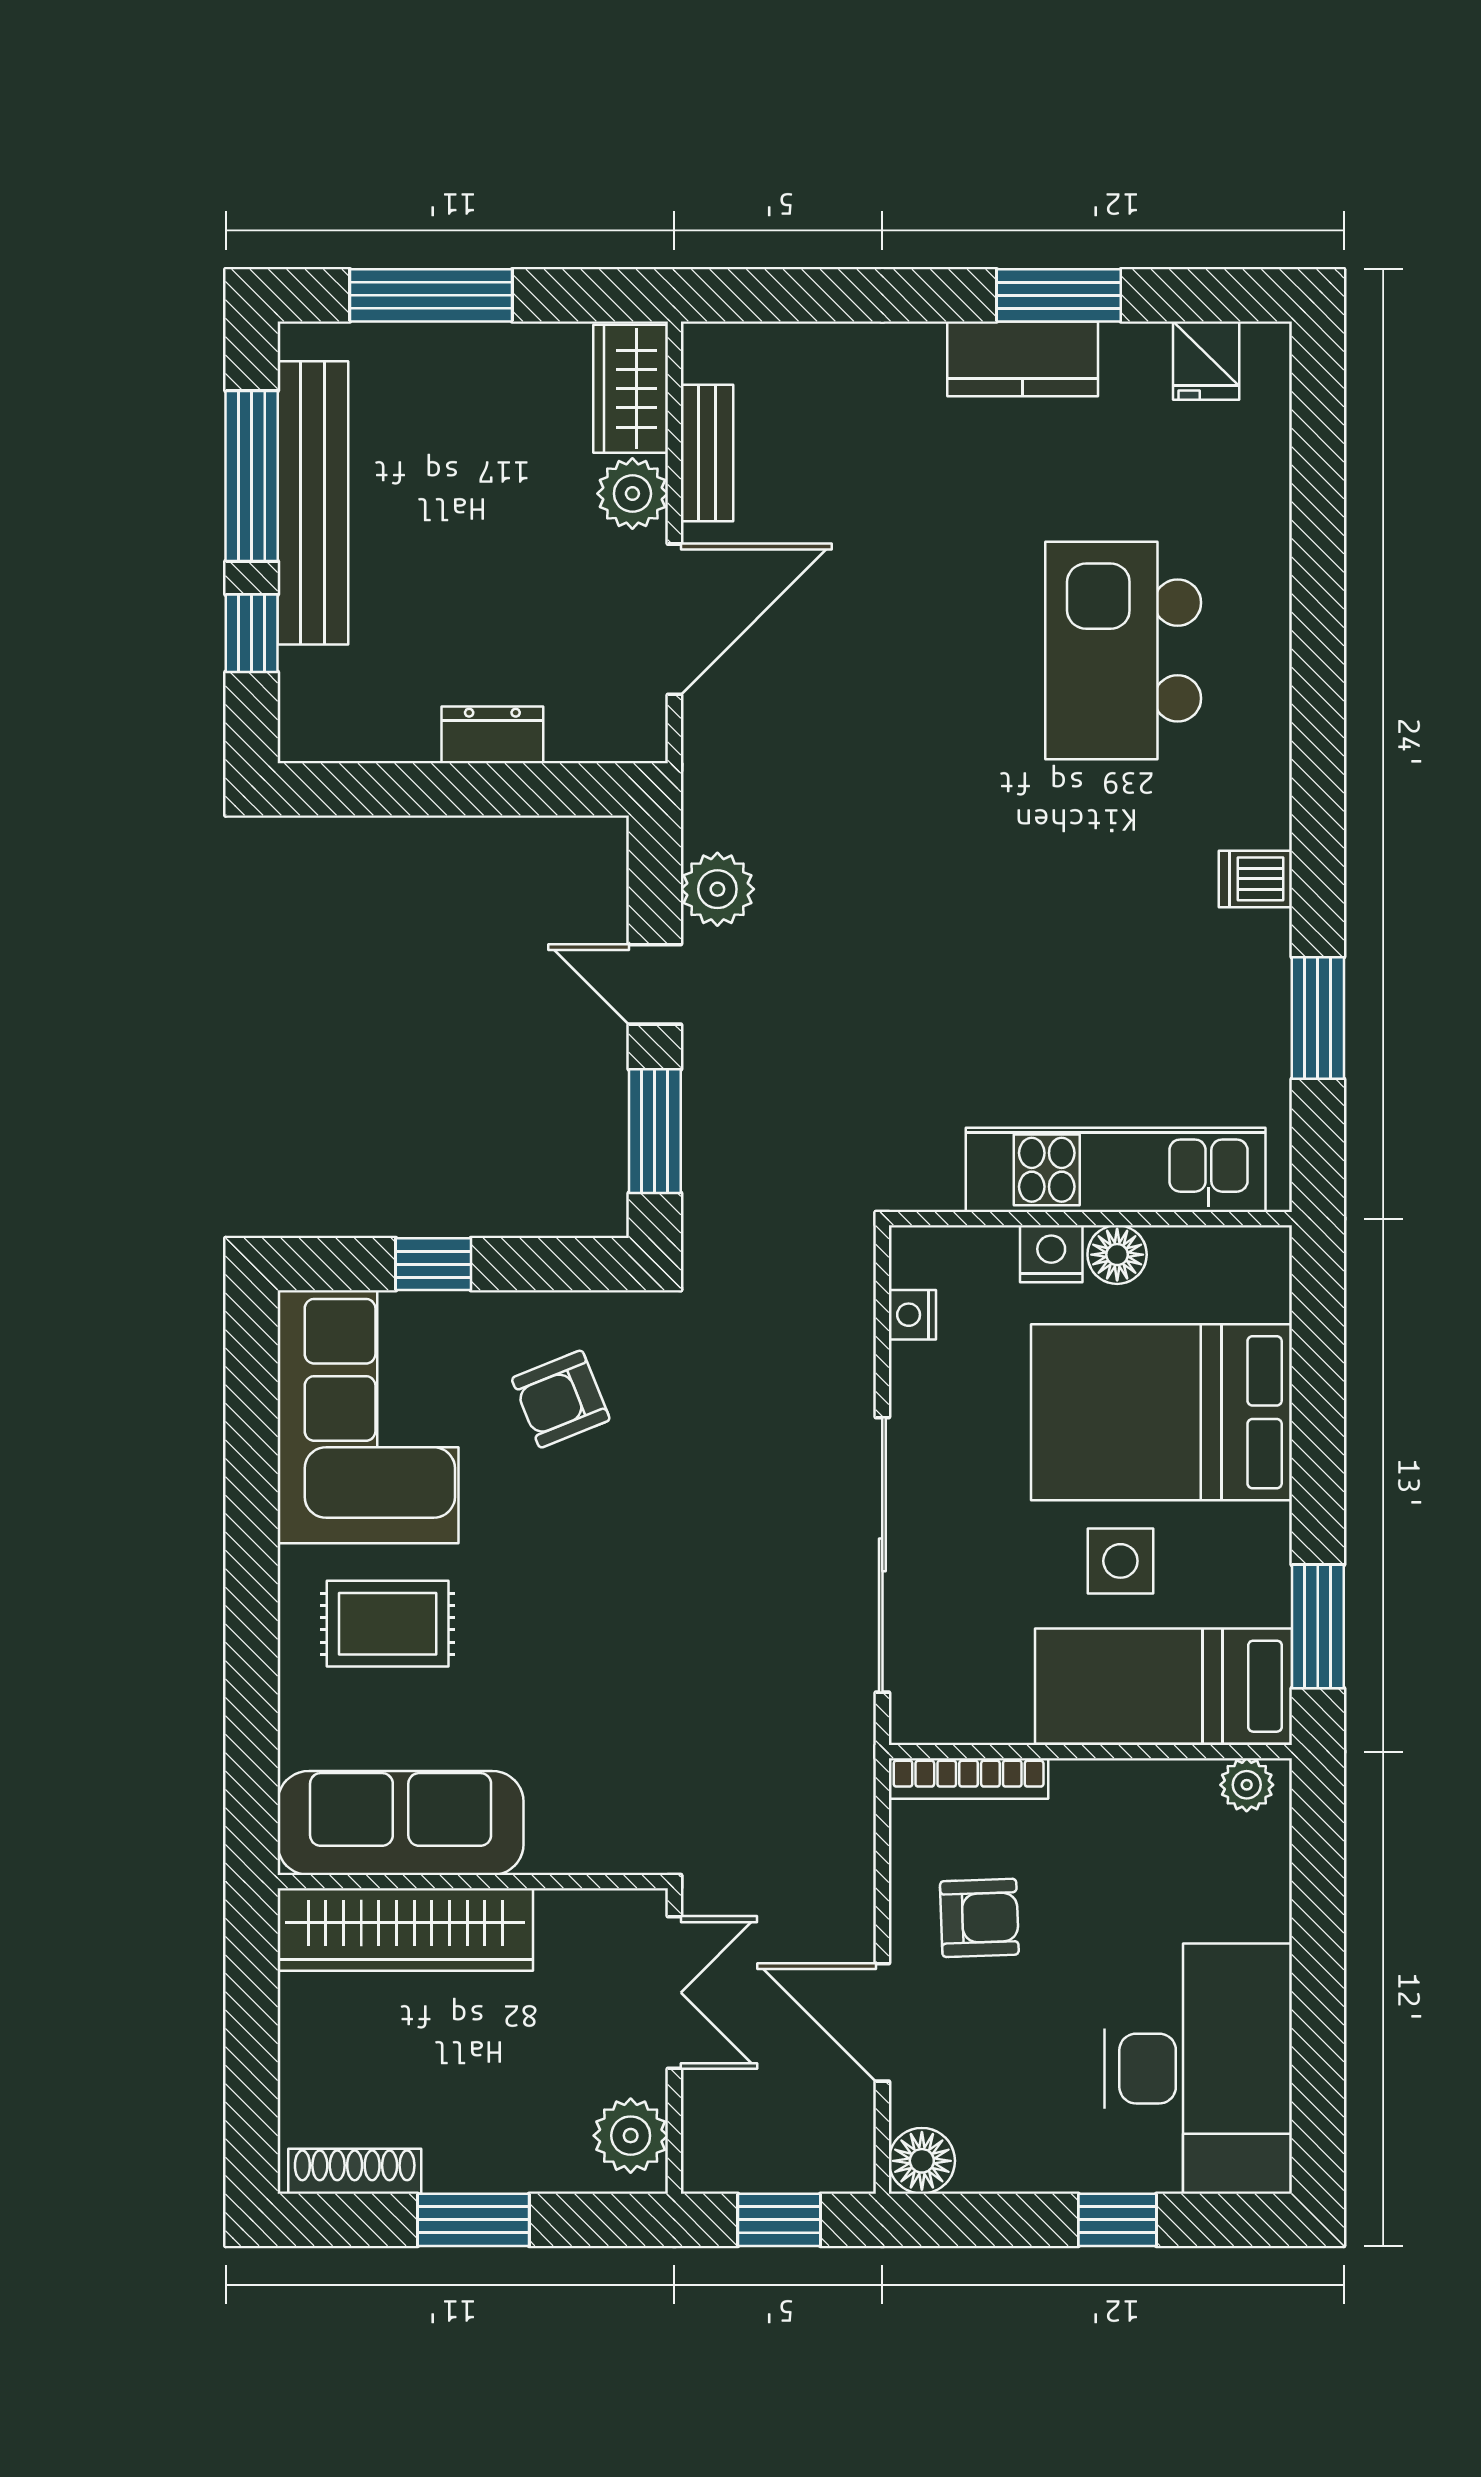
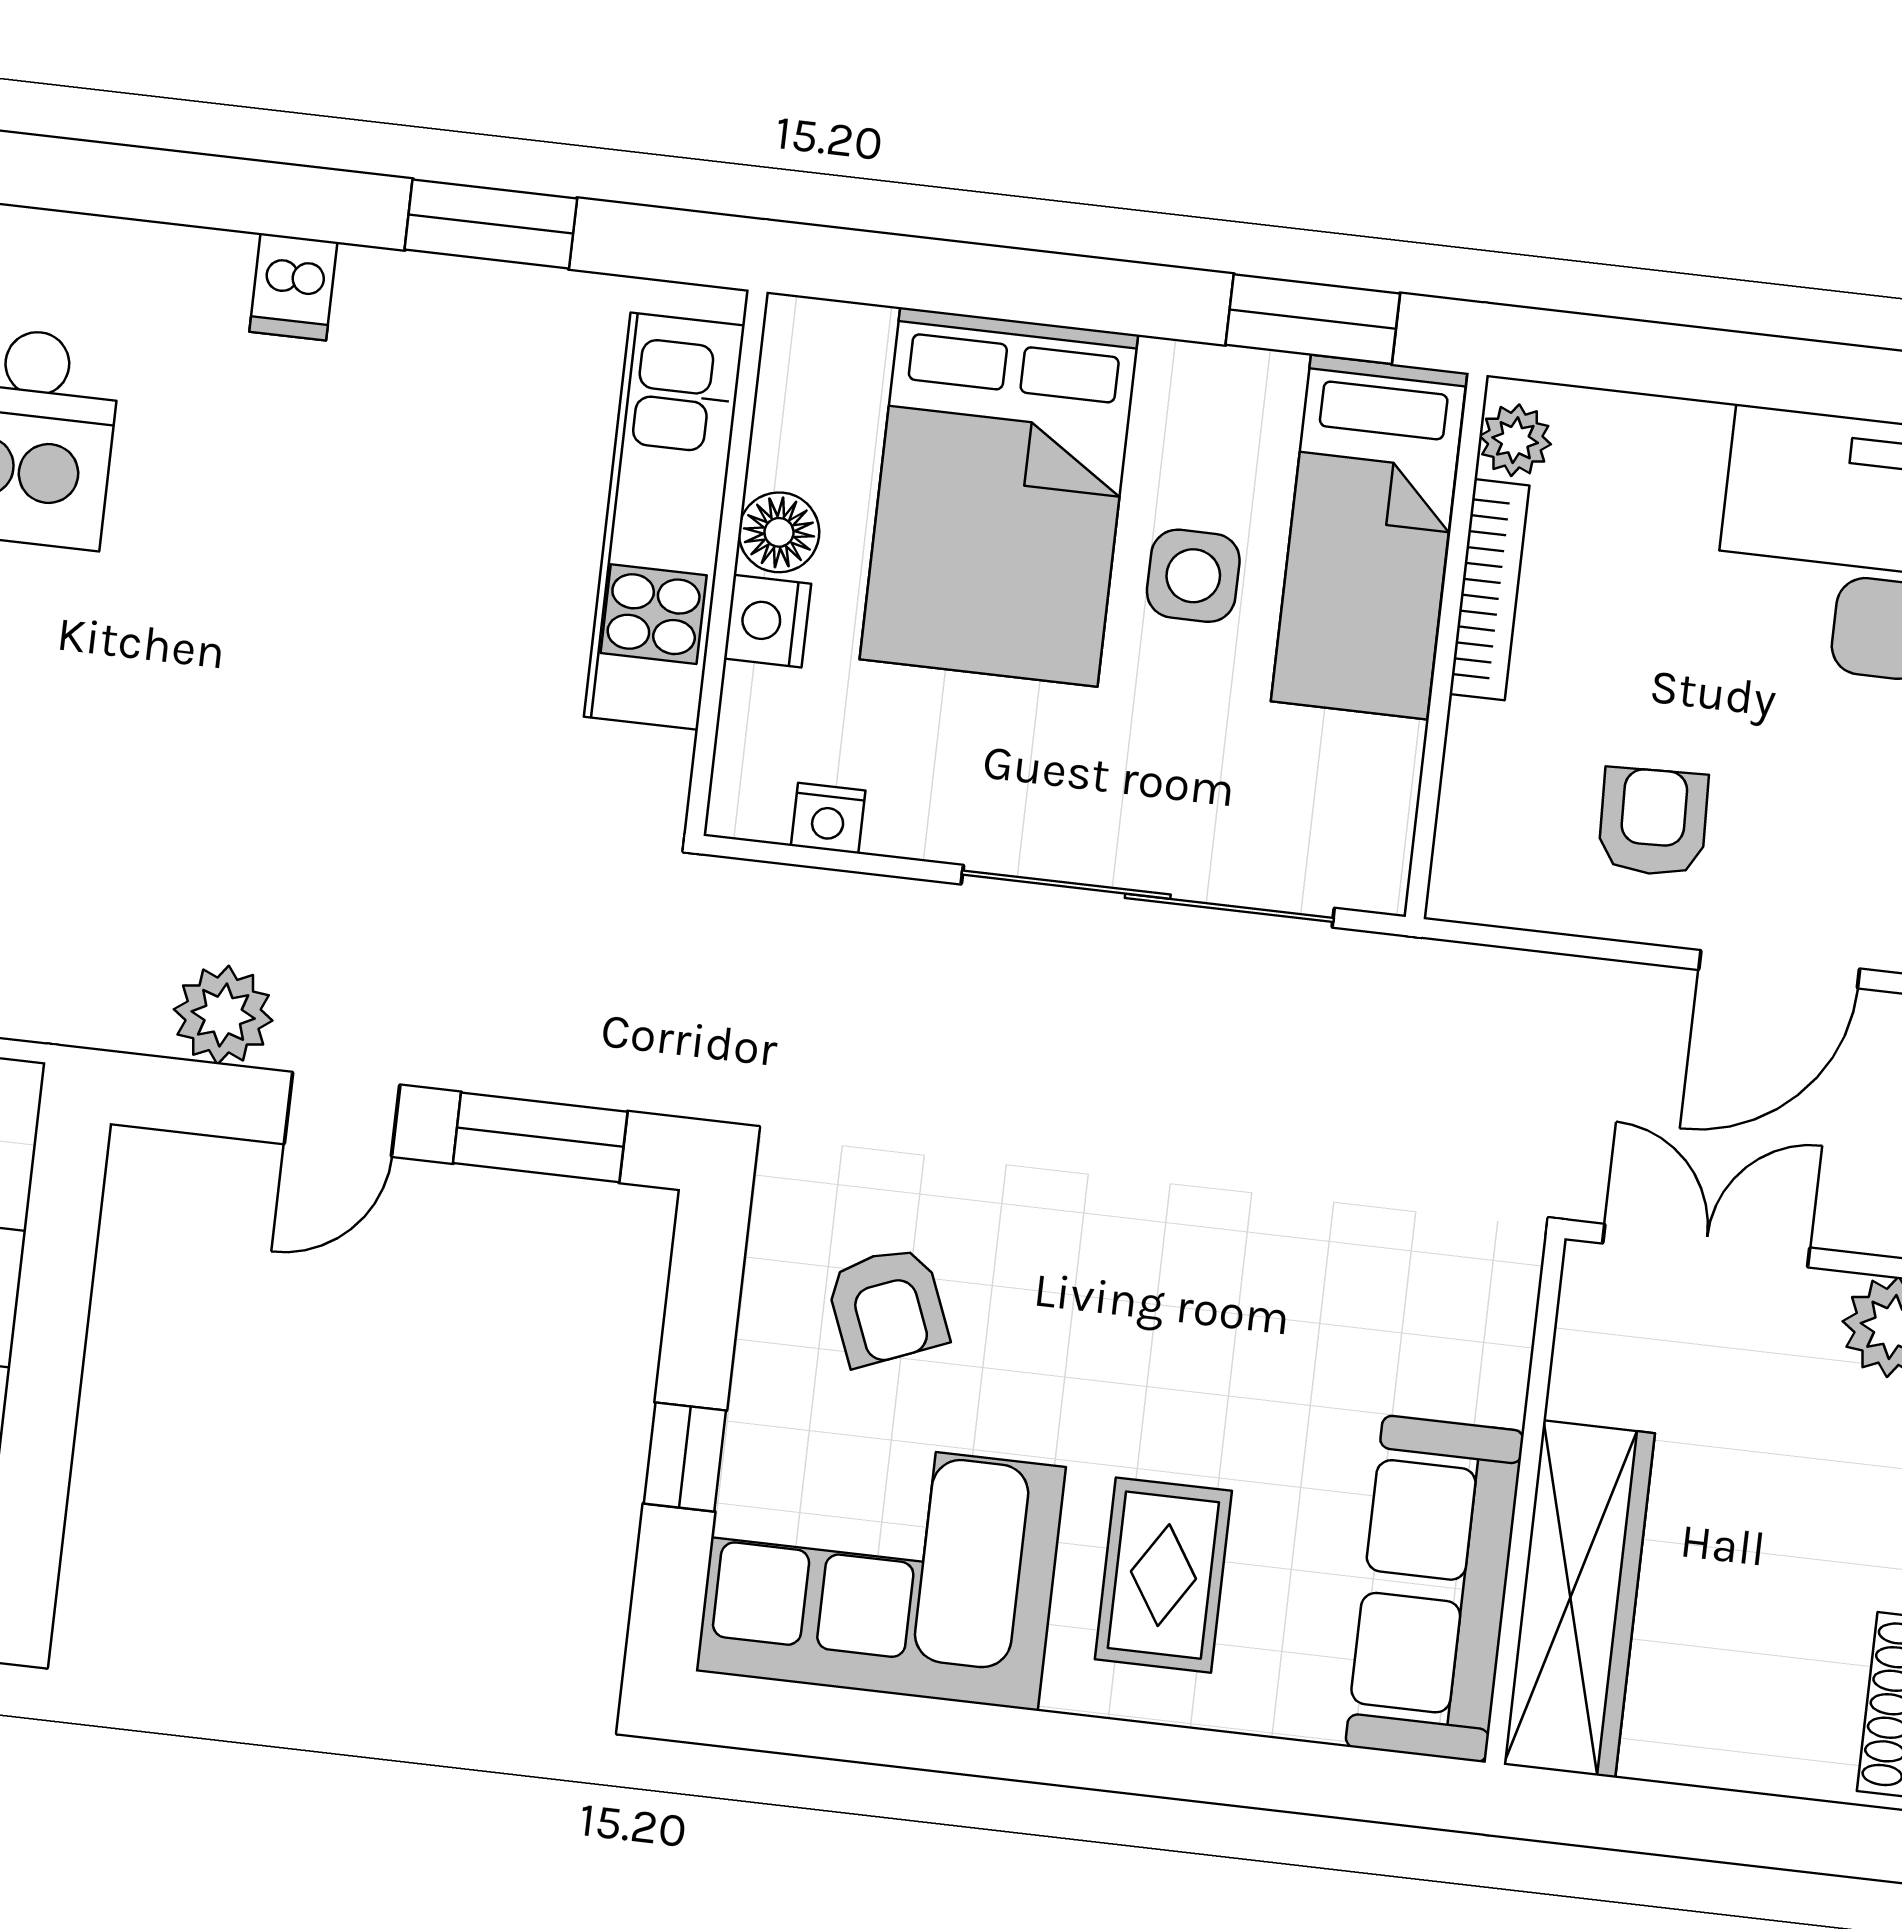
bookcase: (969, 1779) -> (1489, 590), moved

